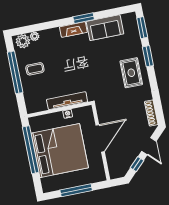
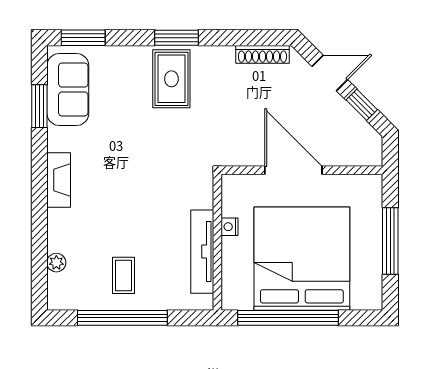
window: (84, 18) -> (39, 106), moved
sofa: (105, 28) -> (68, 90), moved
plant: (23, 41) -> (62, 289), removed
window: (148, 56) -> (177, 38), moved
rug: (131, 73) -> (171, 79), turned 90
tv unit: (67, 101) -> (202, 252), moved

